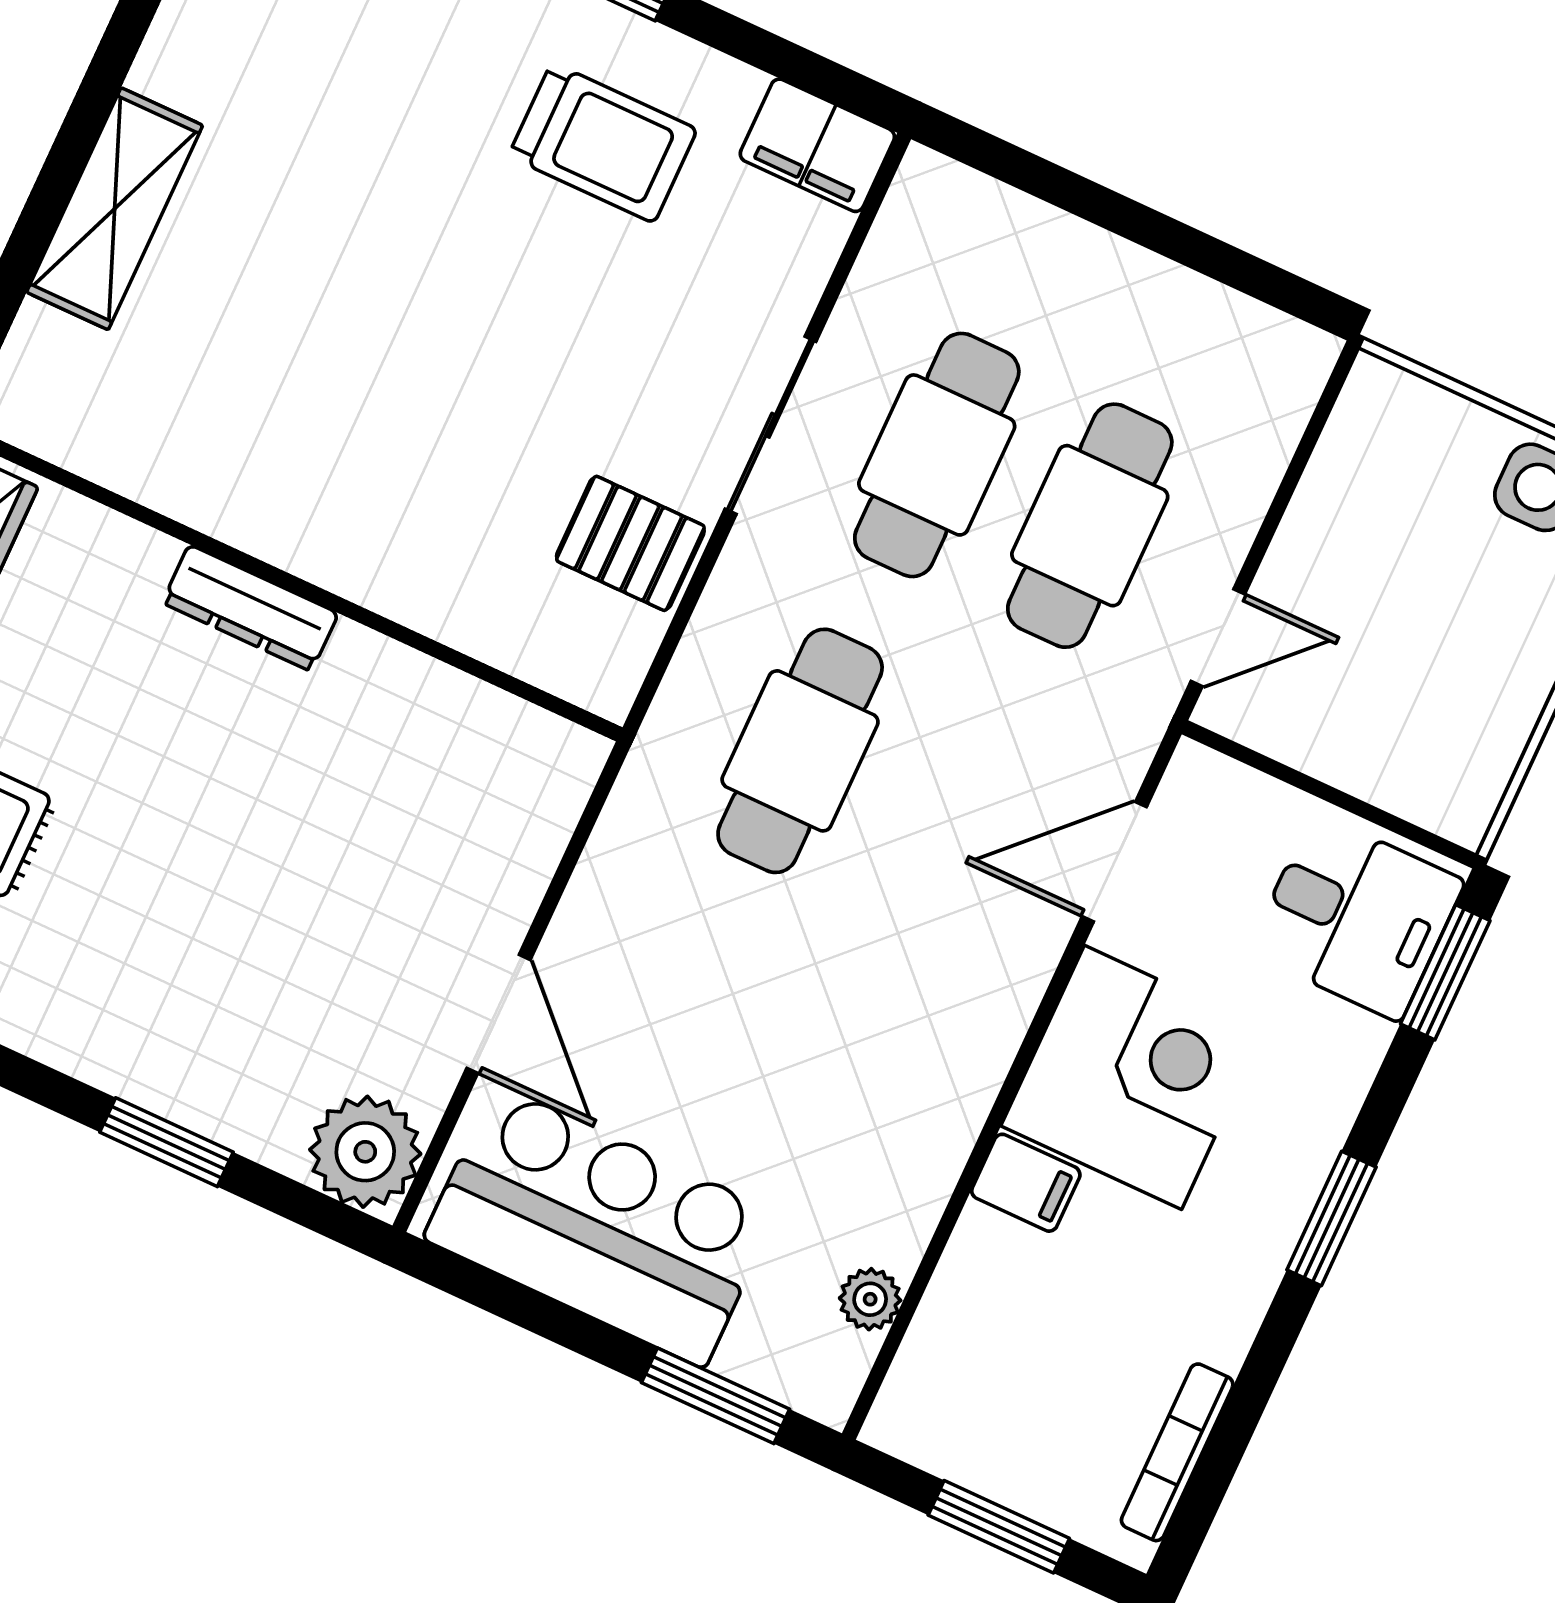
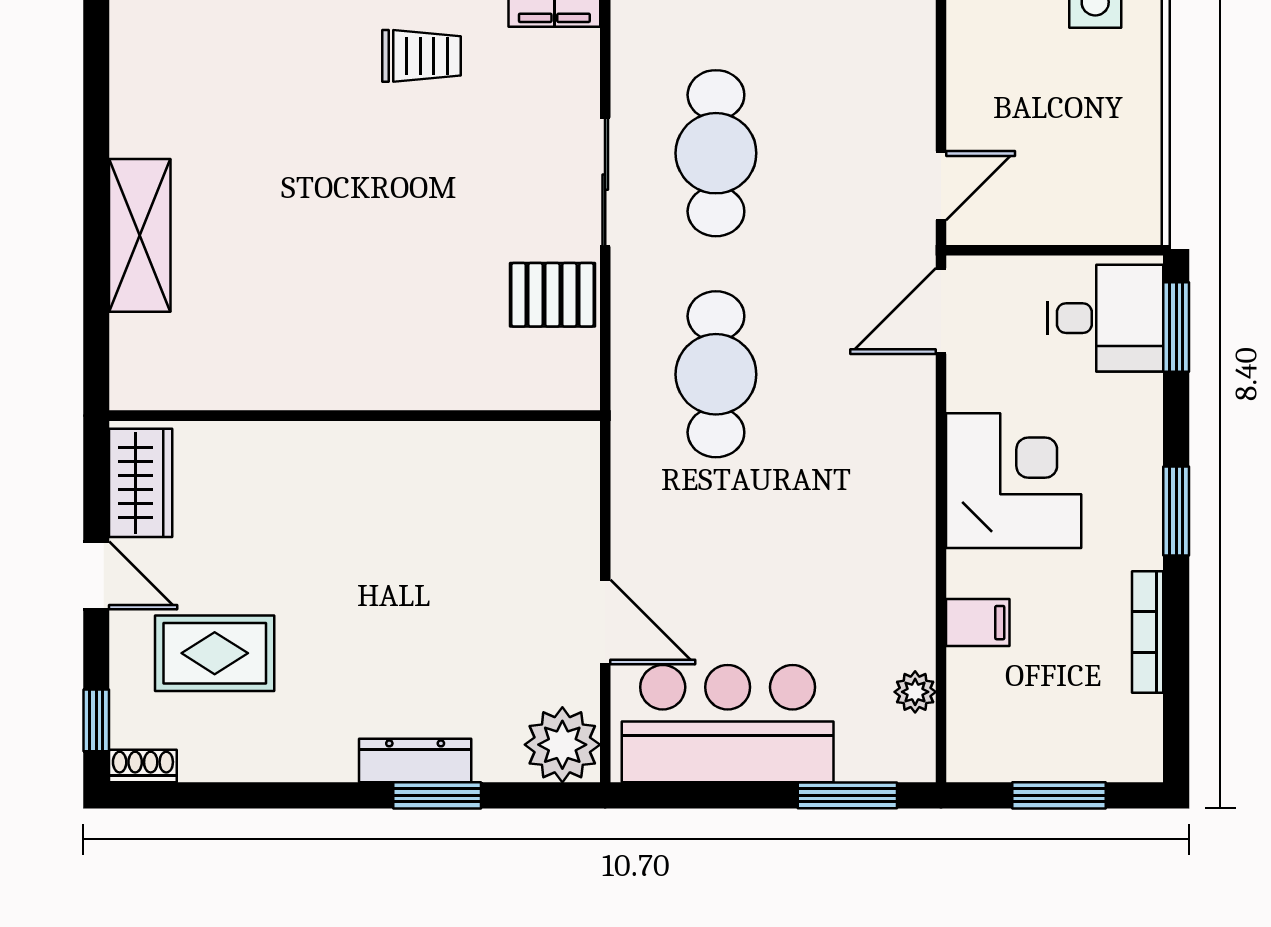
trolley: (603, 143) -> (422, 56), width x0.73, depth x0.72
cafe table: (1090, 526) -> (830, 153), removed
dresser: (250, 608) -> (415, 761), moved, turned 180
door: (1114, 862) -> (941, 311), moved
filing cabinet: (1026, 1183) -> (978, 623), moved
bookcase: (1177, 1452) -> (1148, 632), moved

